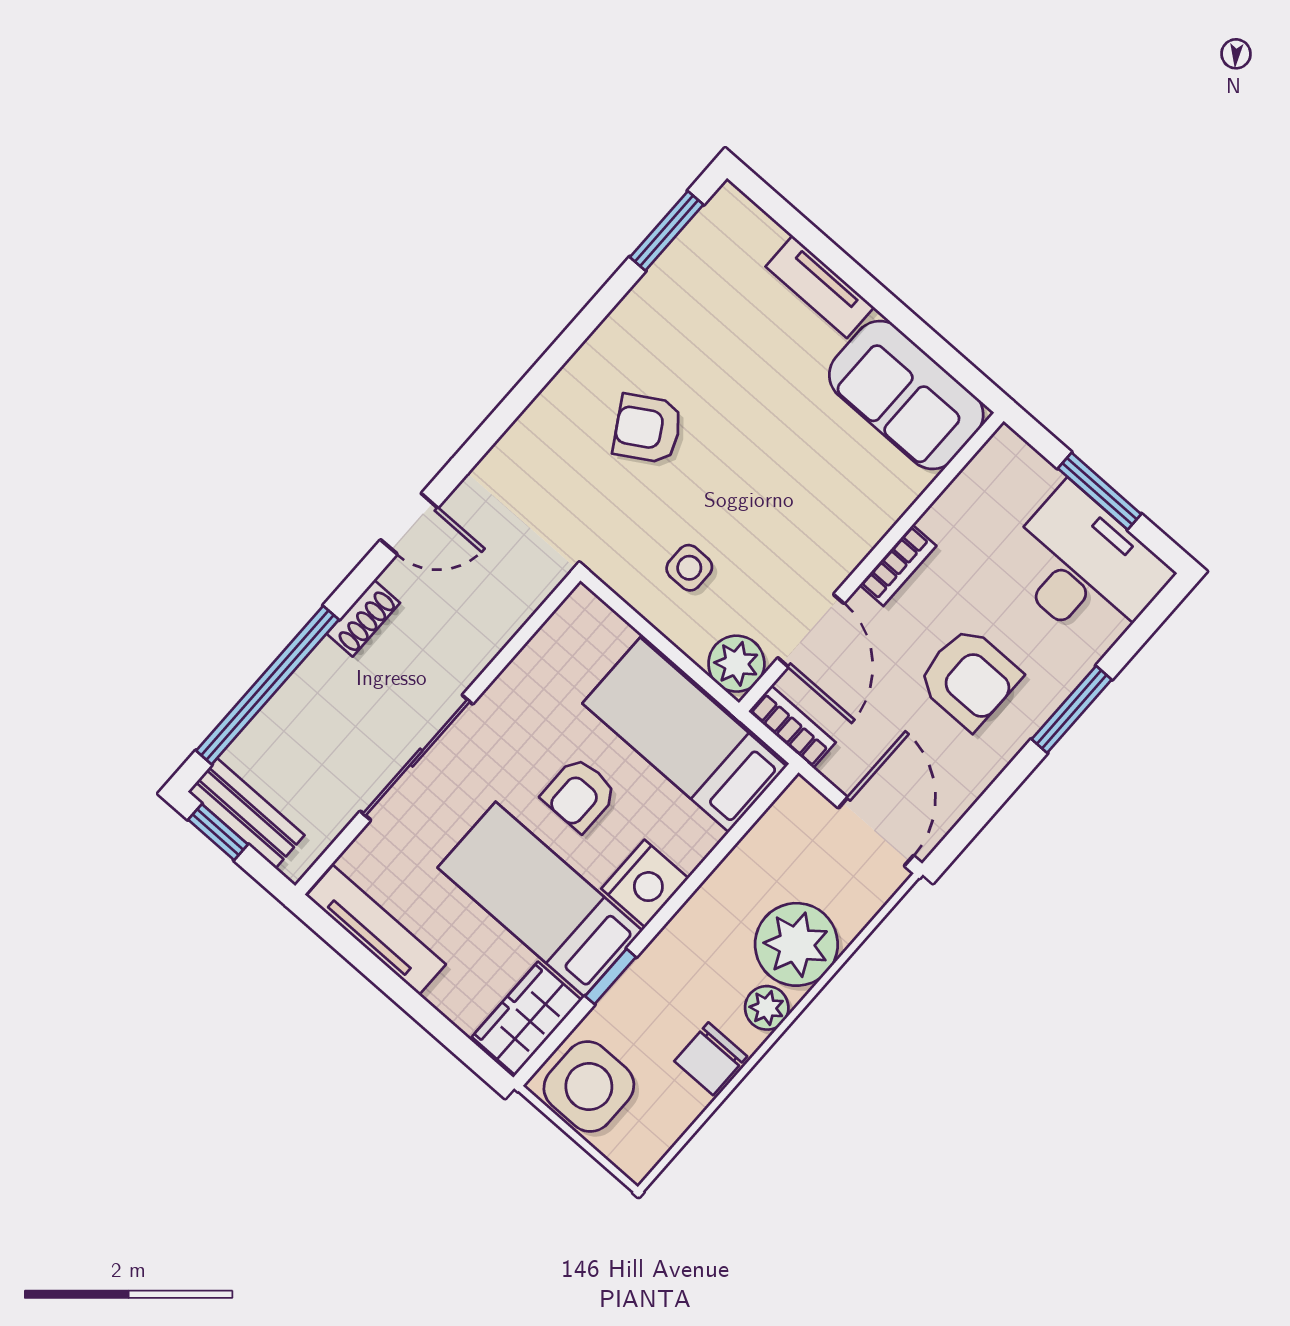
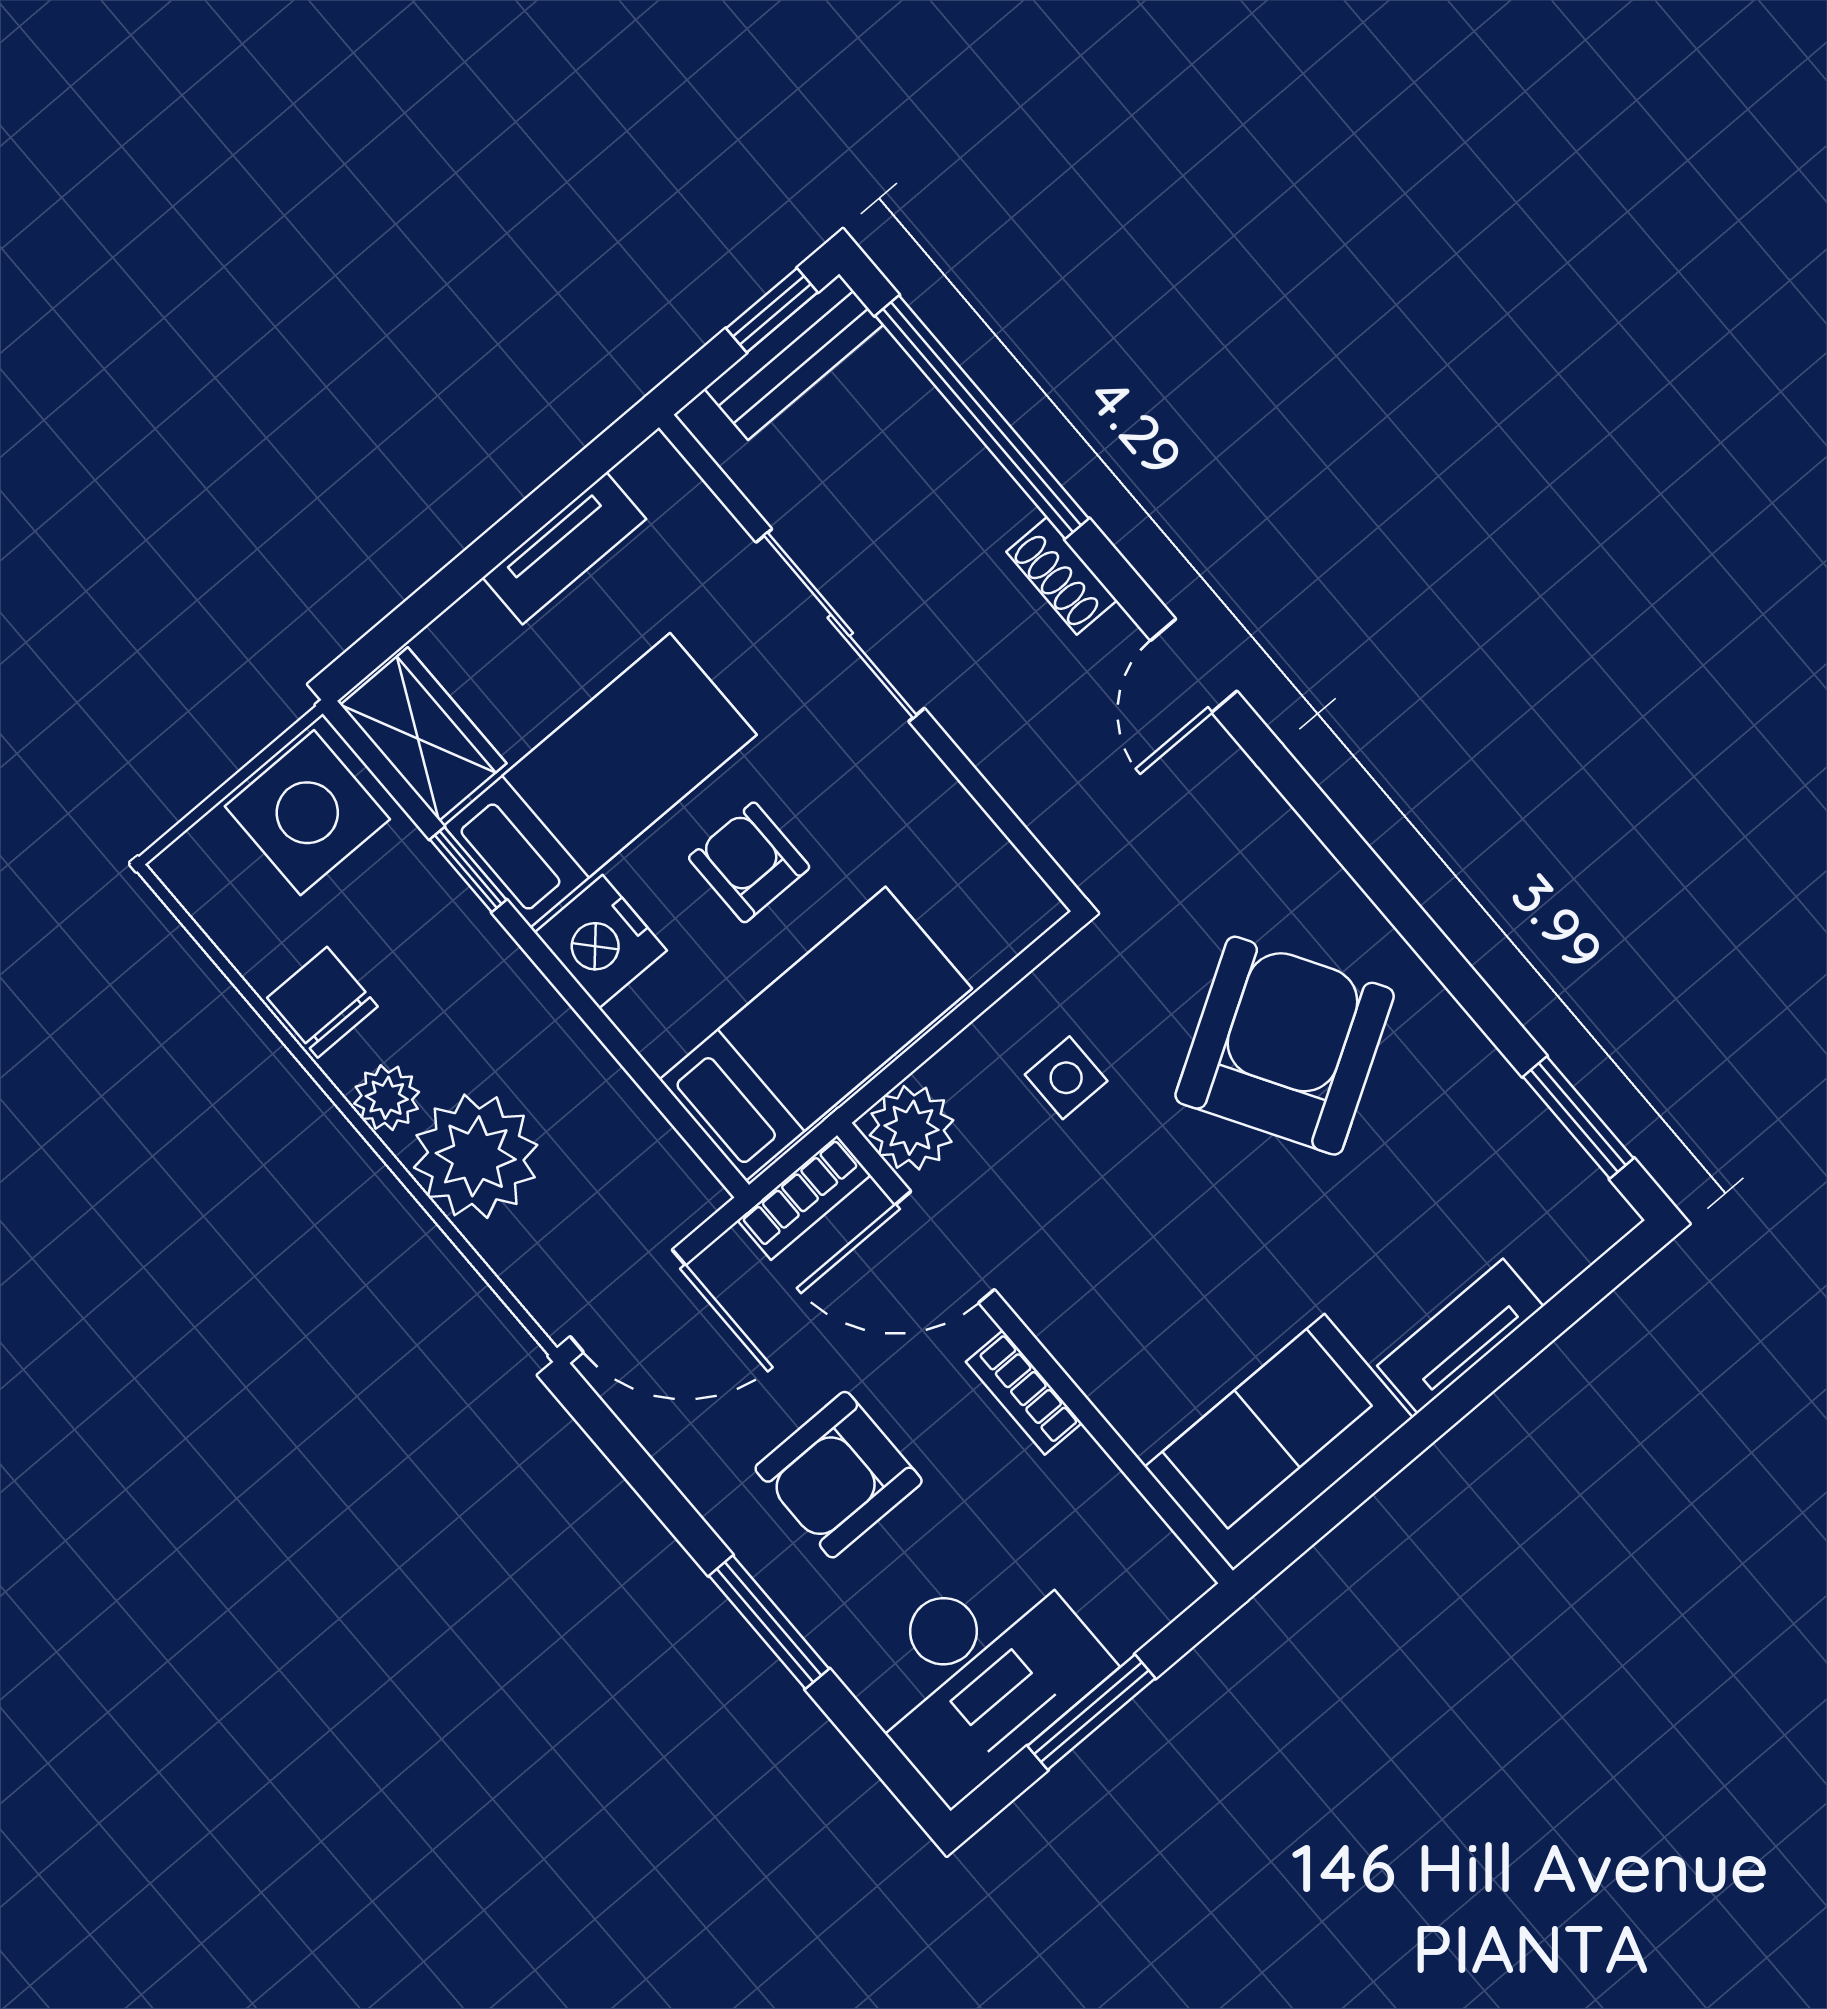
armchair: (648, 429) -> (1285, 1046), width x1.88, depth x1.88
tv unit: (376, 930) -> (564, 548), width x0.71

